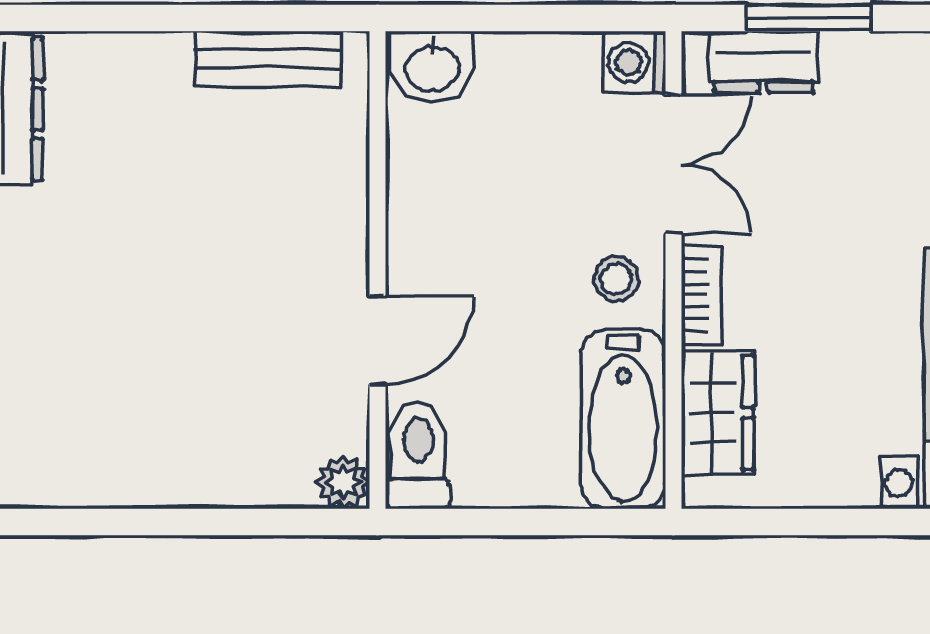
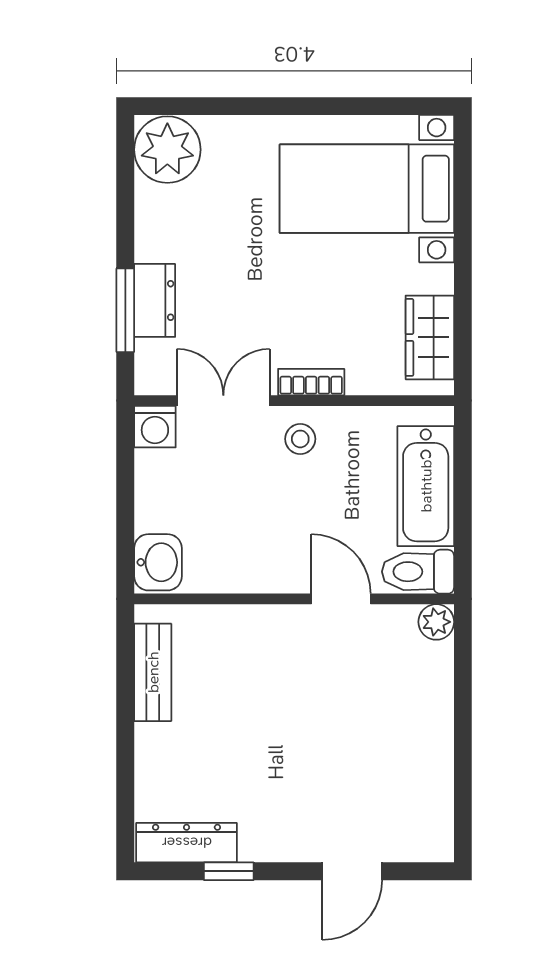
dresser: (764, 62) -> (155, 300), moved
wardrobe: (718, 413) -> (430, 337), moved, turned -90
bathtub: (623, 419) -> (426, 486), moved, turned 90

